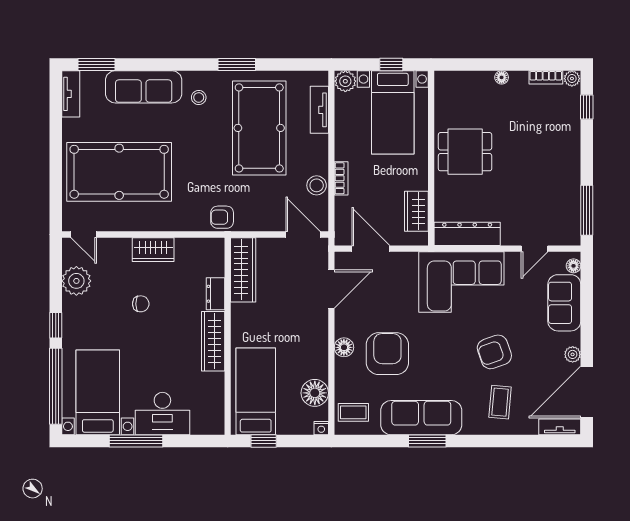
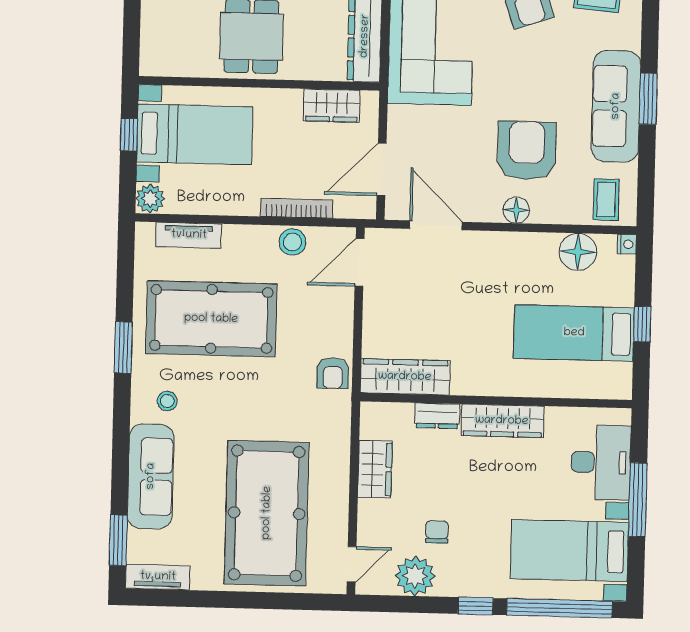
bookcase: (341, 178) -> (297, 208), width x1.56
wardrobe: (243, 270) -> (405, 377), moved
dresser: (216, 294) -> (437, 416), moved
chair: (141, 304) -> (437, 532), moved
wall: (228, 336) -> (496, 401), moved
wardrobe: (213, 341) -> (502, 421), moved
armchair: (387, 354) -> (527, 151), turned 90

